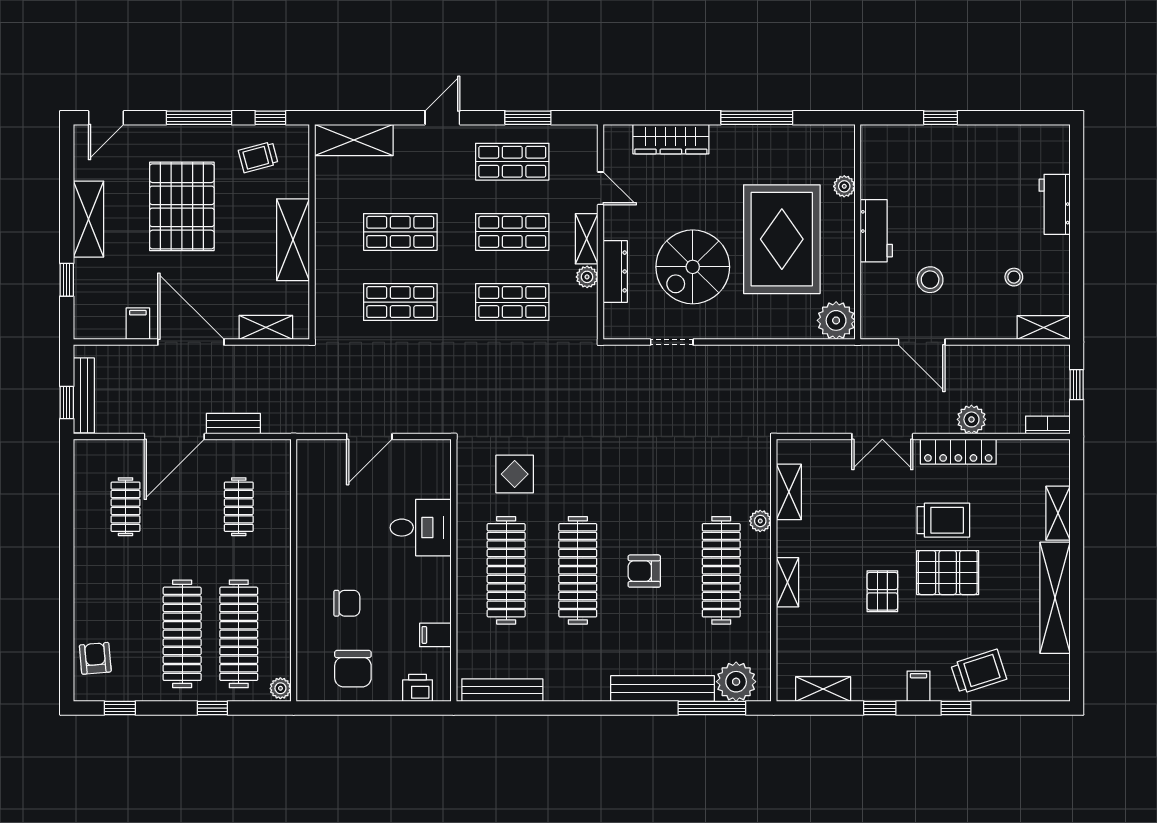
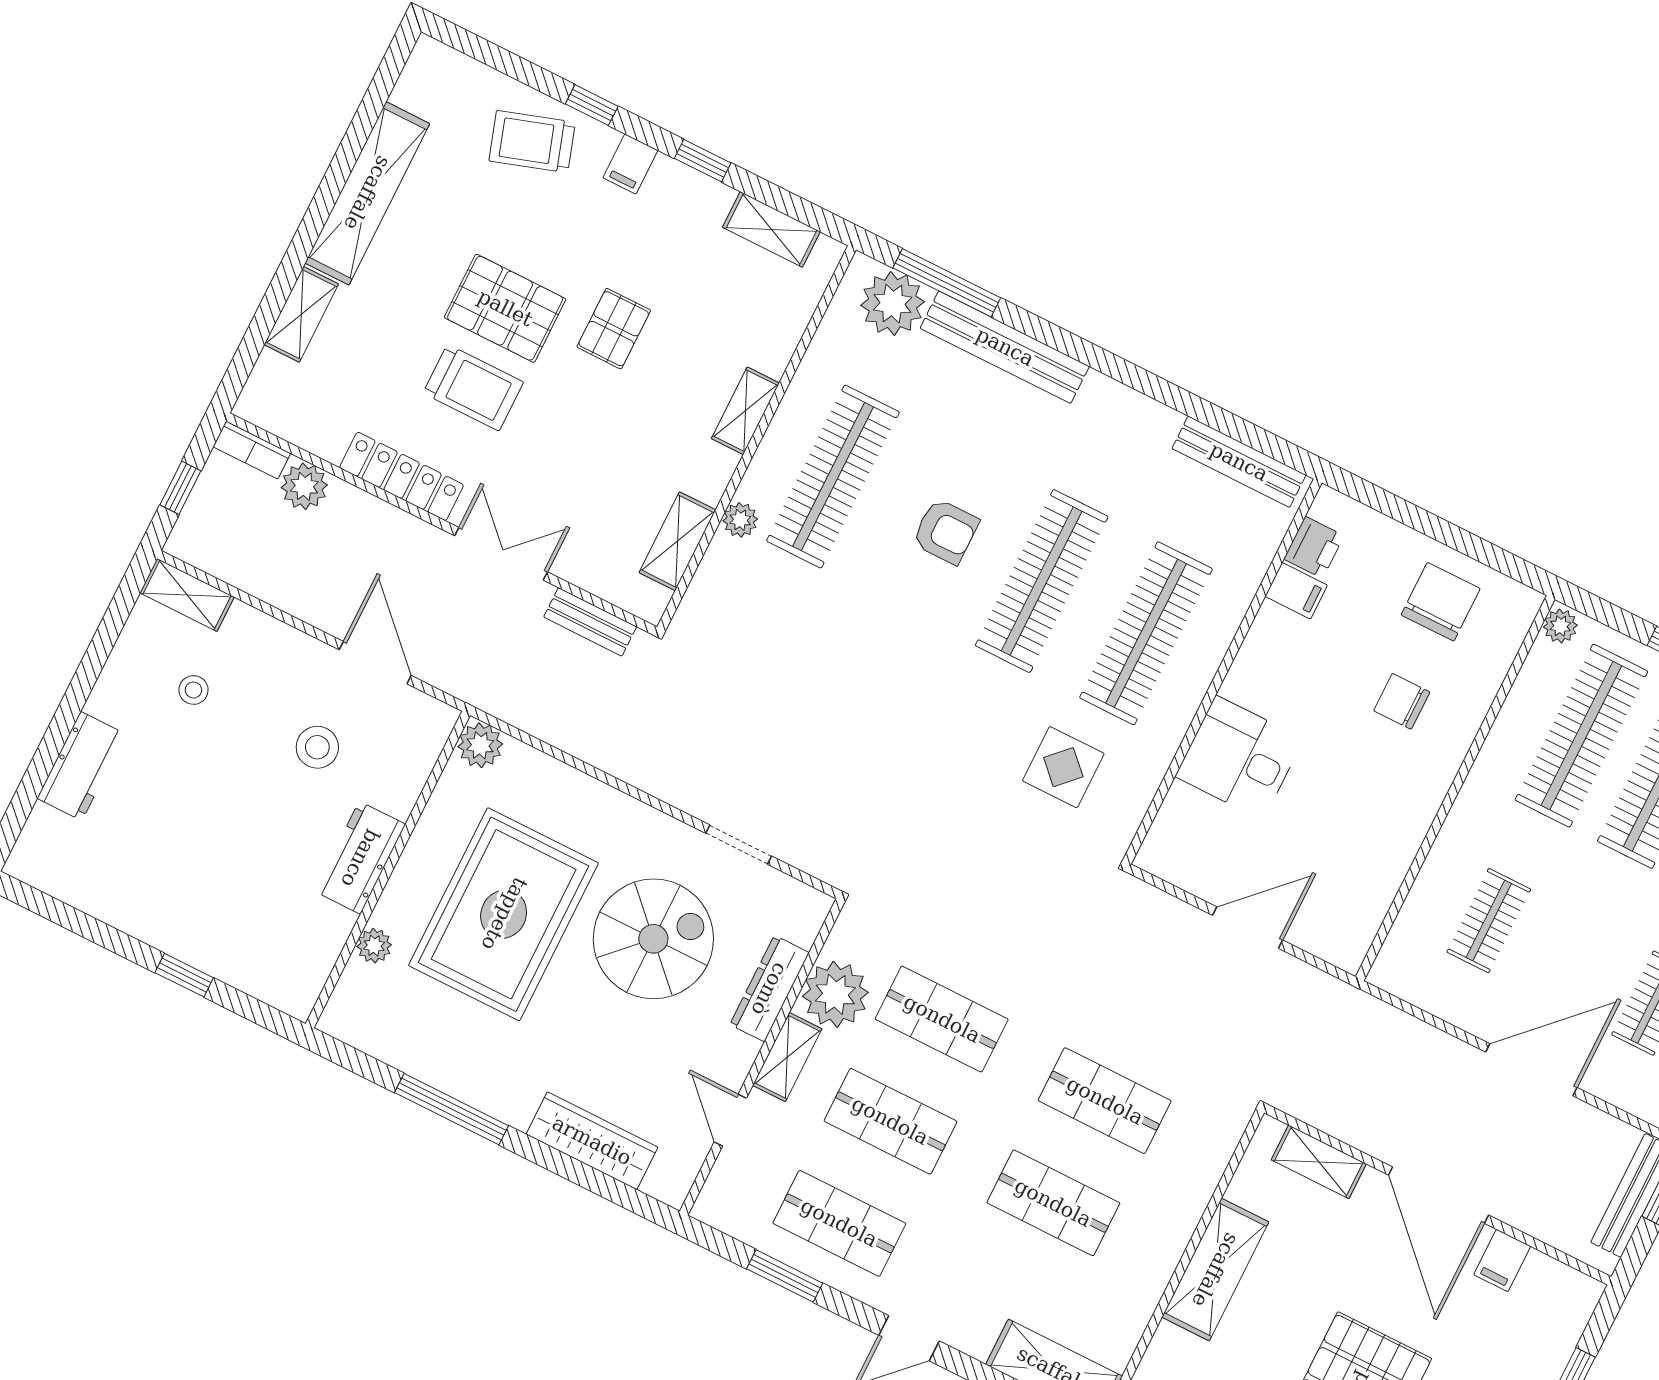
plant: (587, 277) -> (835, 994), width x1.88, depth x1.88
plant: (836, 320) -> (480, 745), width x0.73, depth x0.73
plant: (971, 419) -> (304, 486), moved
bench: (233, 424) -> (590, 622), moved
trolley: (943, 520) -> (473, 388), turned 180
printer: (418, 688) -> (1314, 547), moved, turned -90

